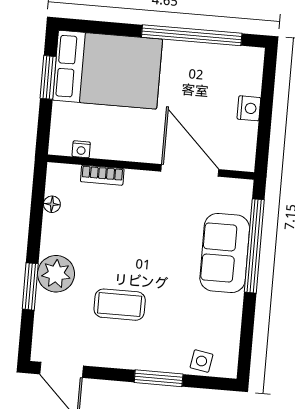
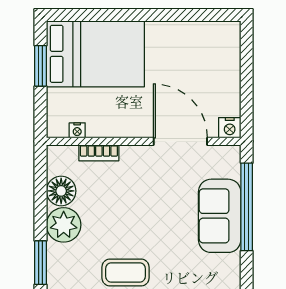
window: (192, 35) -> (171, 15), removed
nightstand: (249, 108) -> (230, 128), moved, turned 90
floor lamp: (52, 204) -> (61, 191), width x1.89, depth x1.89
plant: (56, 274) -> (64, 225), moved

